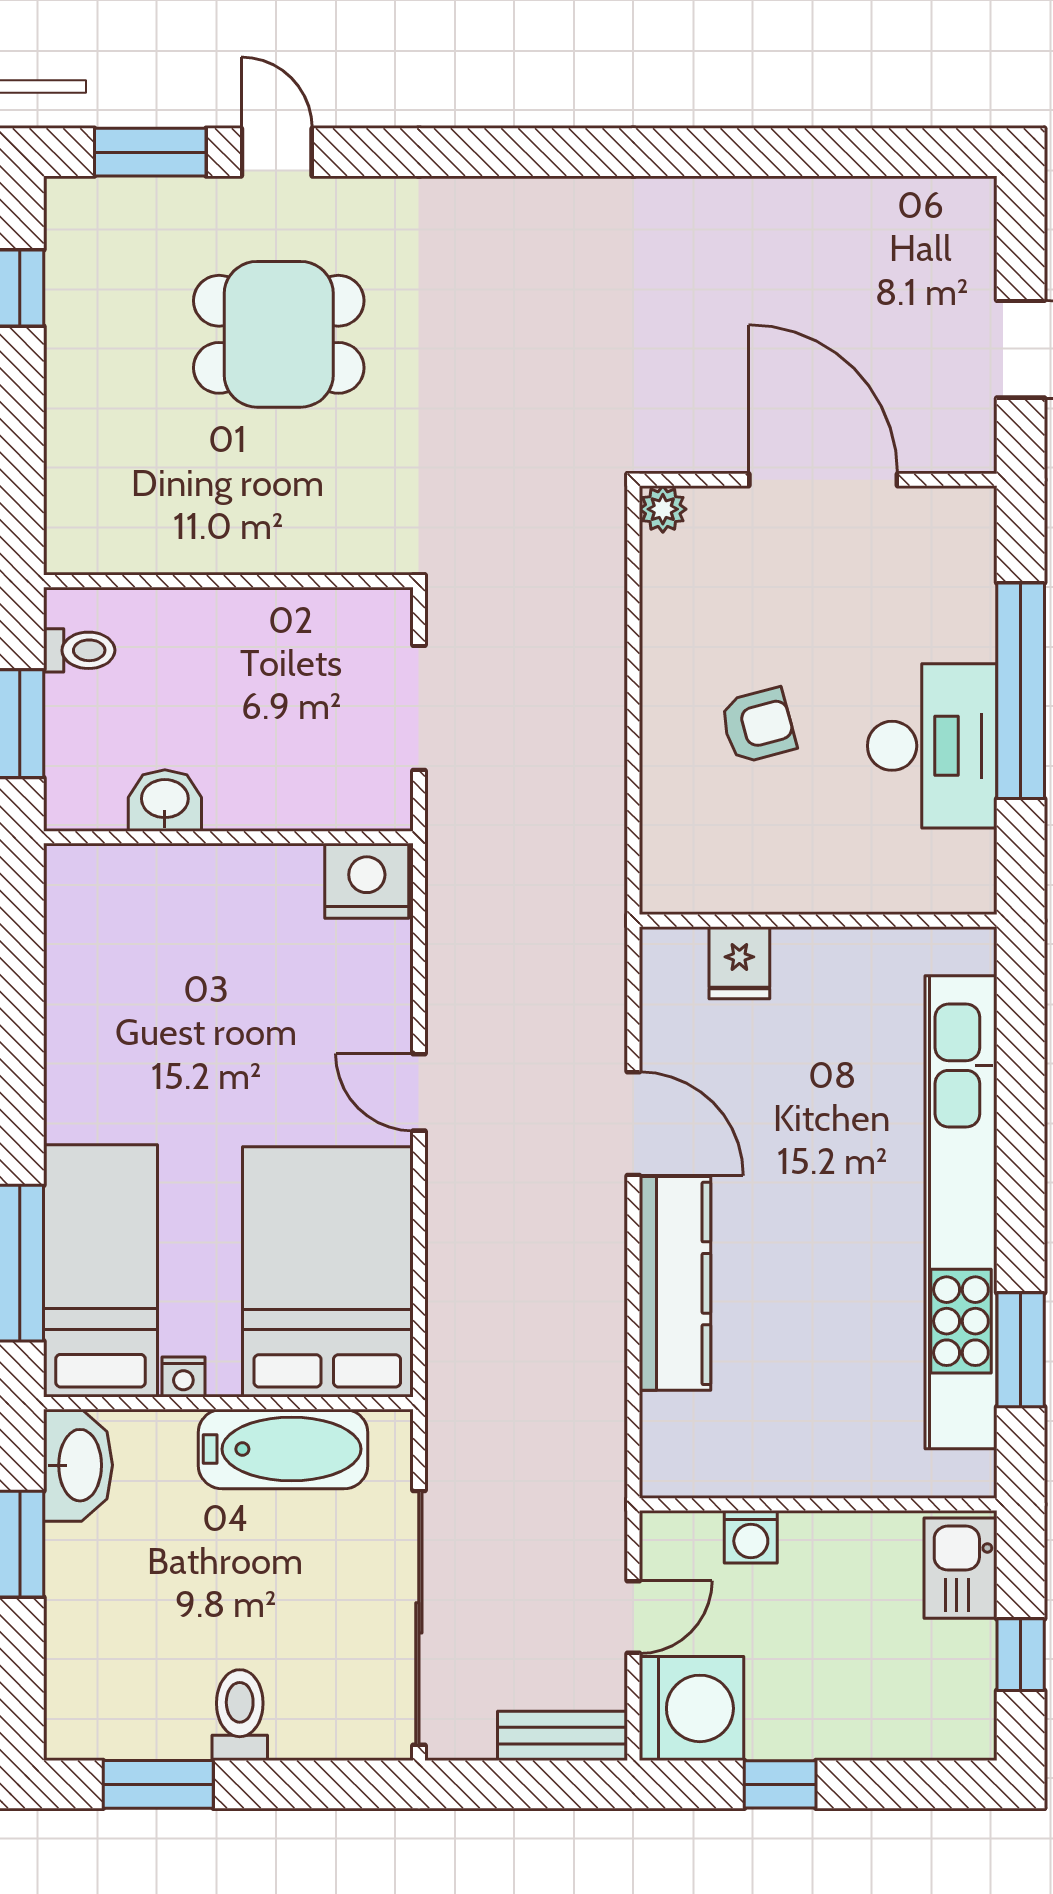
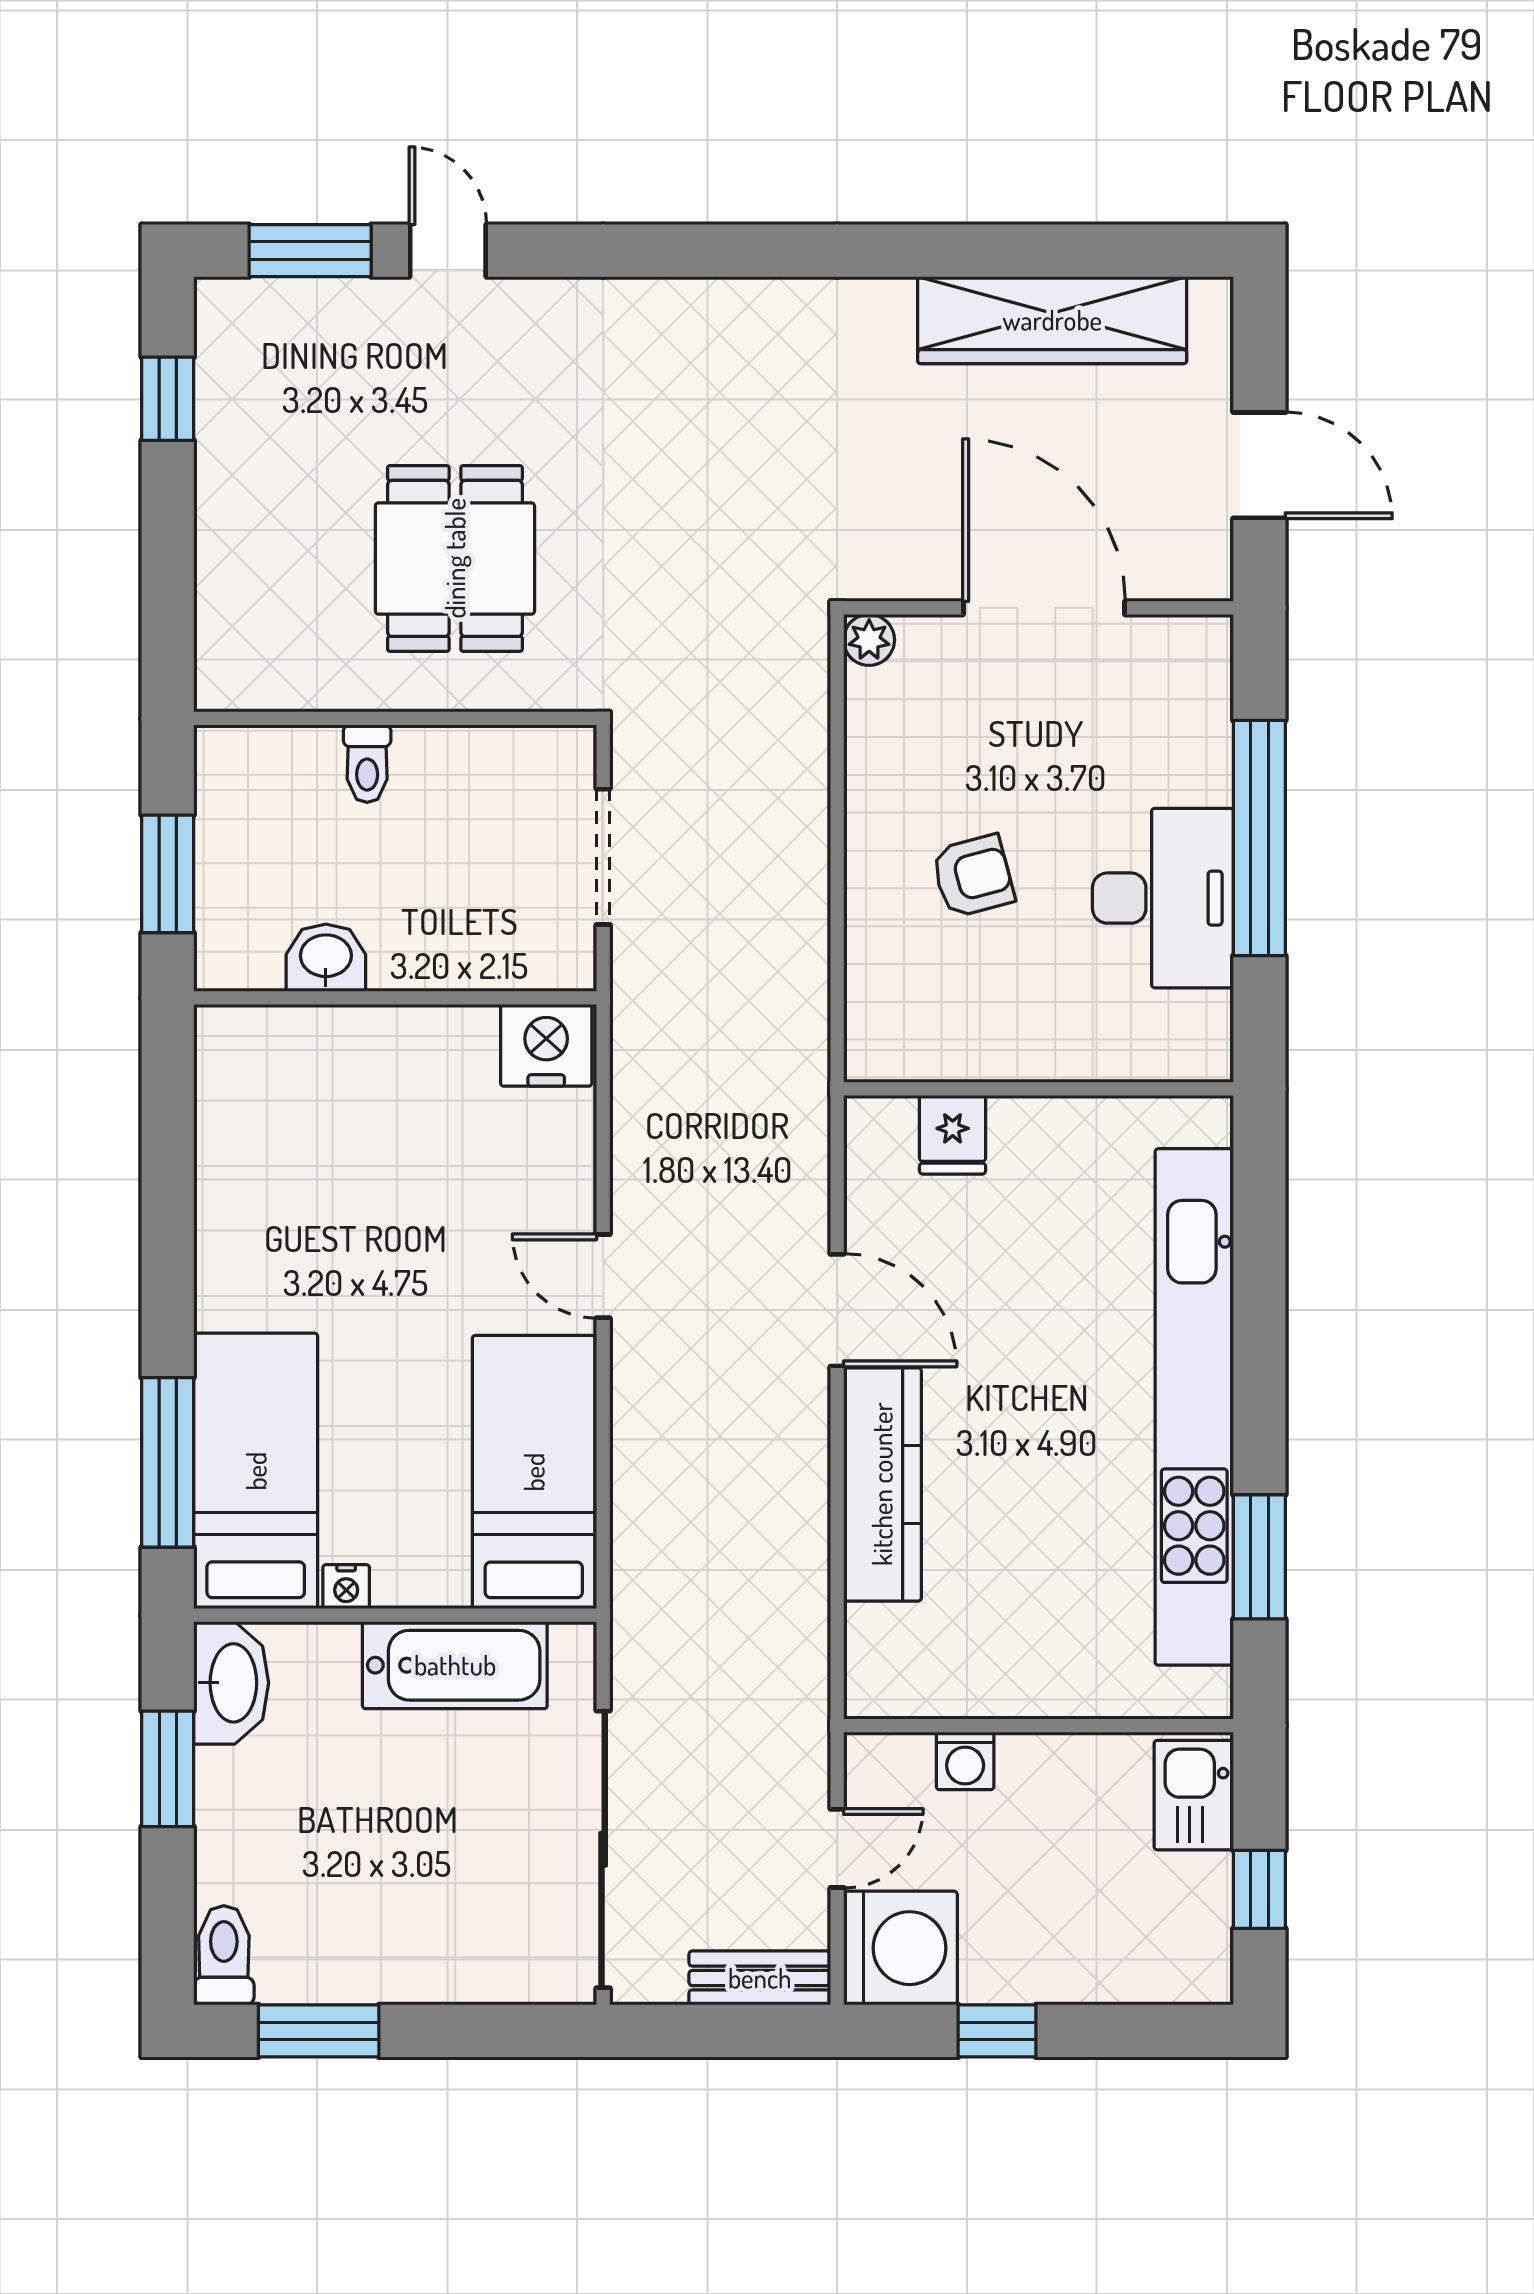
wardrobe: (831, 216) -> (1052, 320), added
dining table: (279, 334) -> (455, 558), moved, turned 90
toilet: (79, 650) -> (367, 764), moved, turned 90
bed: (327, 1272) -> (534, 1472), width x0.67
toilet: (240, 1715) -> (224, 1955), moved

